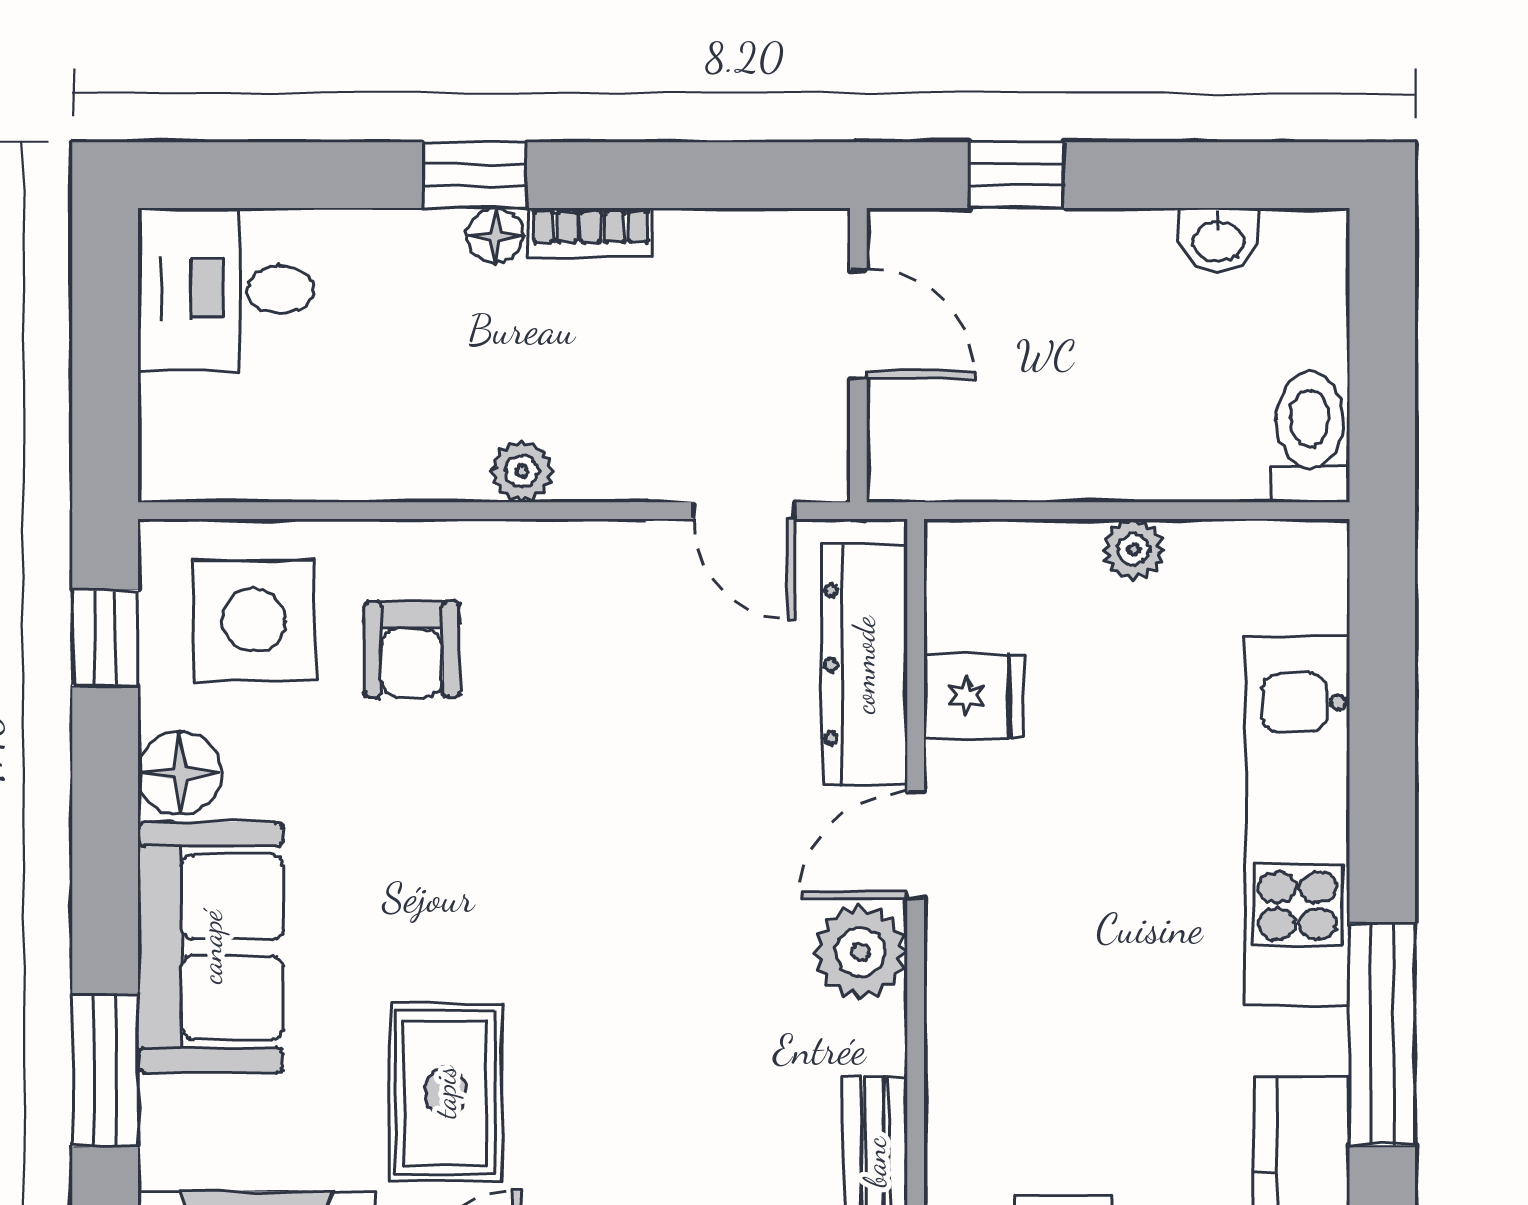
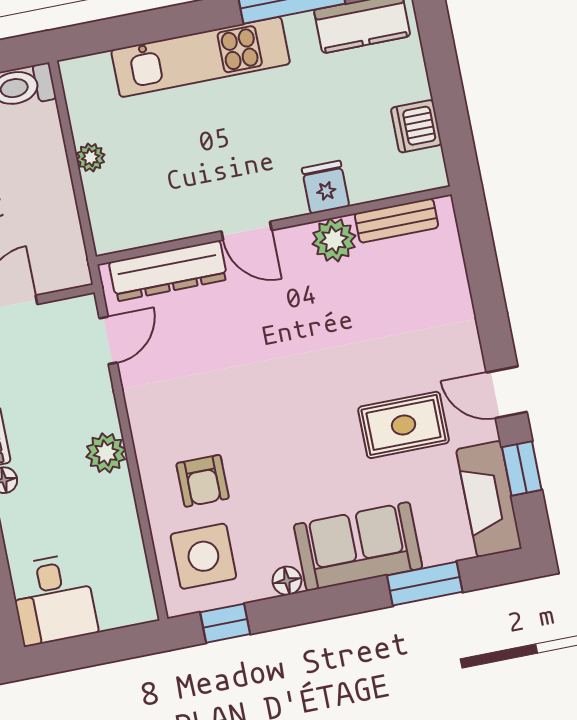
plant: (522, 471) -> (106, 453), width x1.38, depth x1.38
armchair: (412, 650) -> (203, 481), turned 90
fridge: (974, 696) -> (326, 187), moved
floor lamp: (180, 773) -> (287, 581), width x0.73, depth x0.73
plant: (861, 952) -> (334, 240), moved

